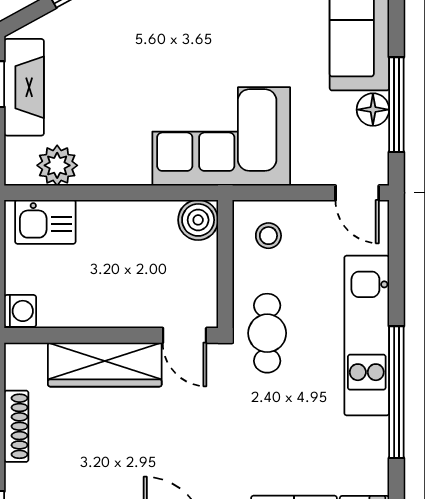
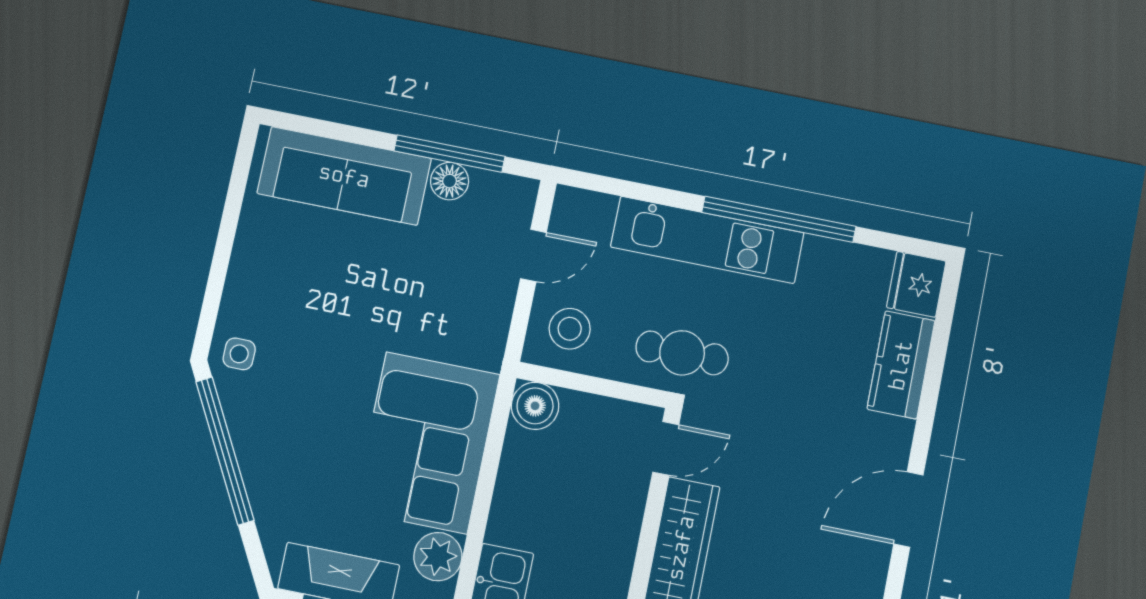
corner sofa: (221, 136) -> (427, 443), moved
door: (357, 193) -> (533, 255), moved
stool: (268, 236) -> (570, 329), width x1.37, depth x1.37

